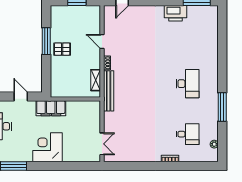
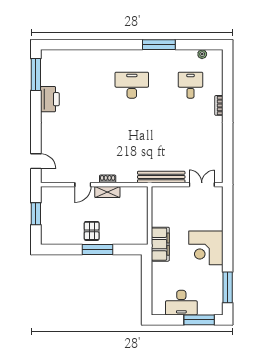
window: (46, 41) -> (98, 250), moved
shelving: (96, 80) -> (107, 192), moved
bench: (109, 91) -> (161, 177), moved
door: (21, 96) -> (147, 279), removed

